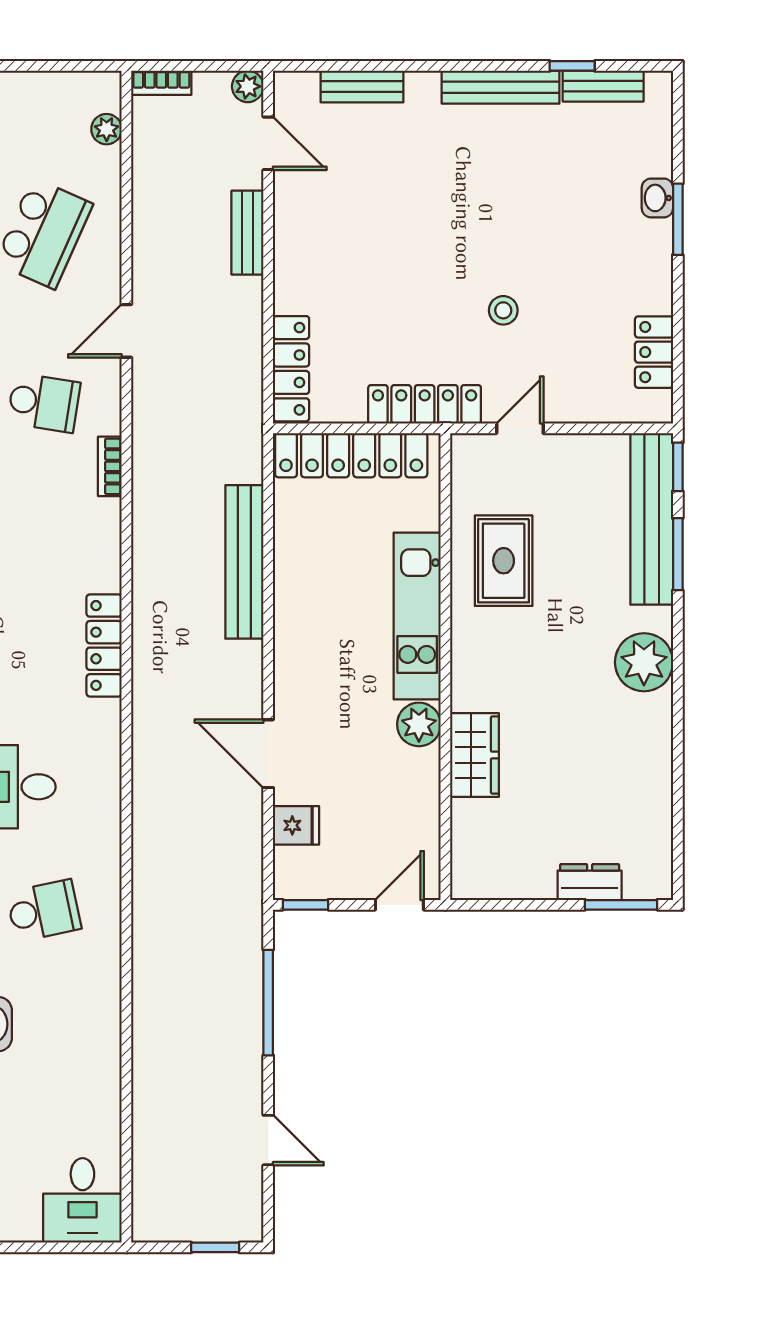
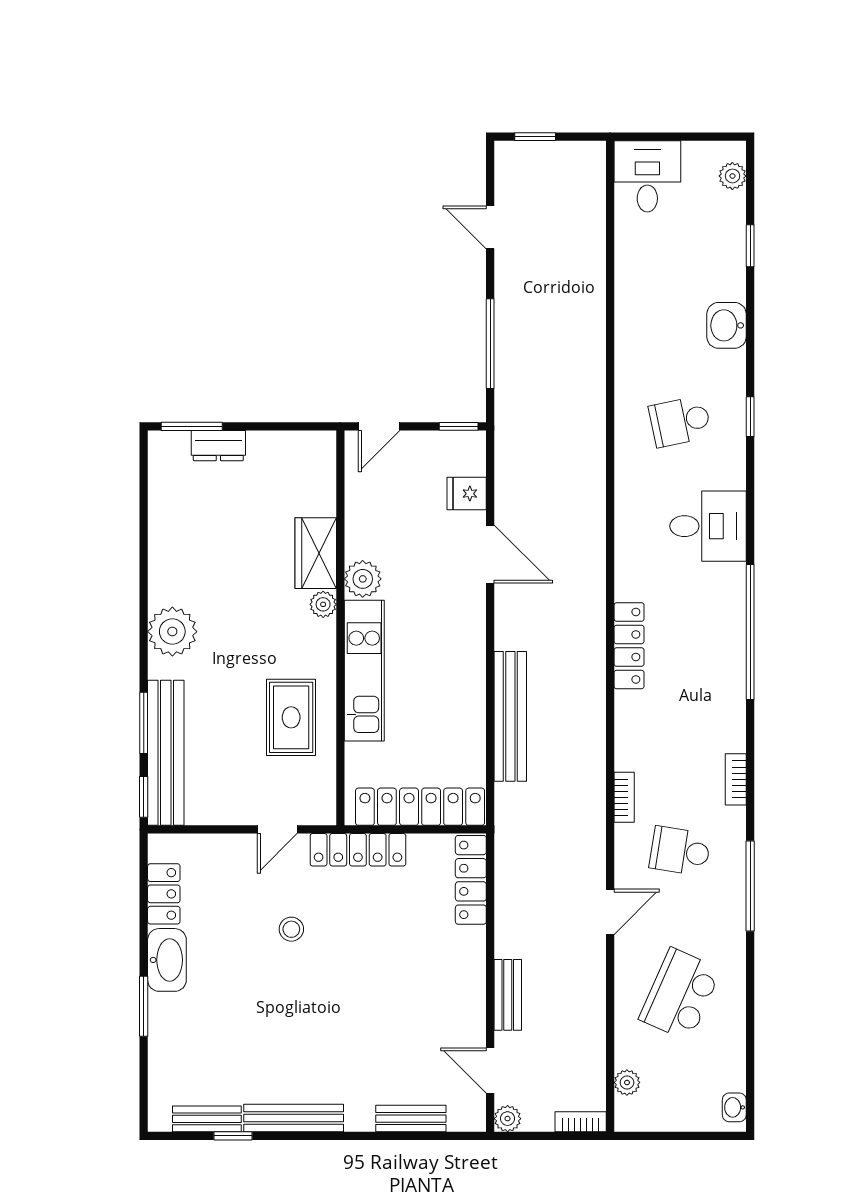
washbasin: (657, 198) -> (167, 960), moved, width x1.91, depth x1.45
plant: (466, 694) -> (323, 604), added

